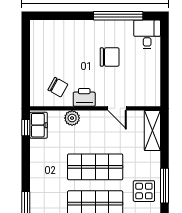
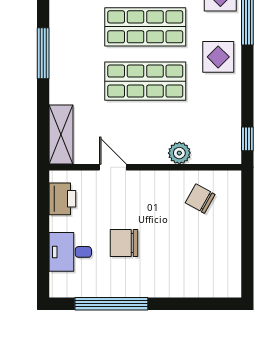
desk: (147, 34) -> (70, 252), moved, turned 90
printer: (84, 97) -> (62, 199), moved, turned -90
freezer: (39, 125) -> (229, 142), removed
display table: (144, 191) -> (218, 57), moved

